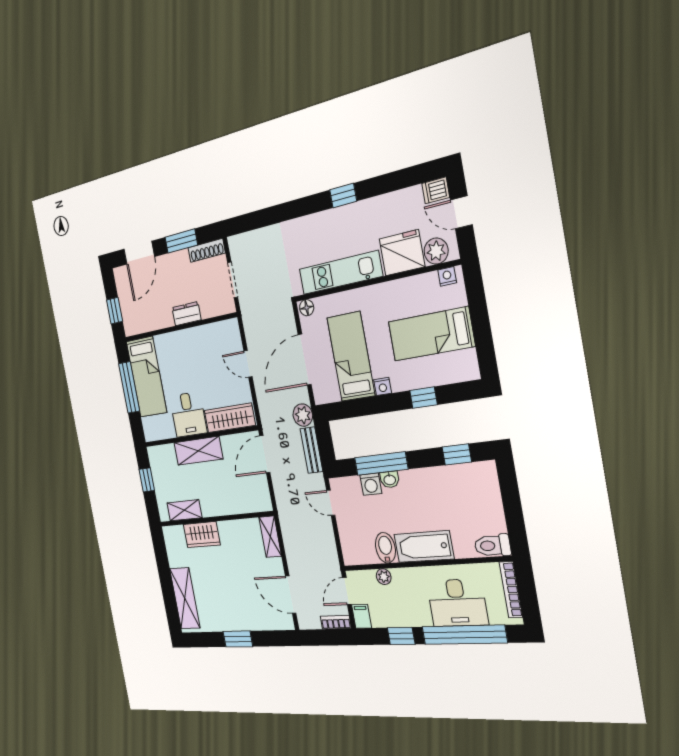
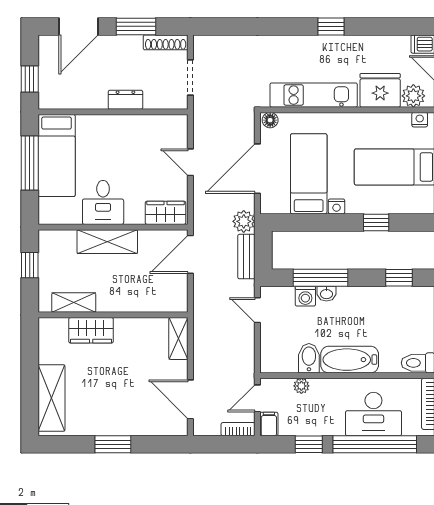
wardrobe: (230, 418) -> (166, 213), width x0.67

